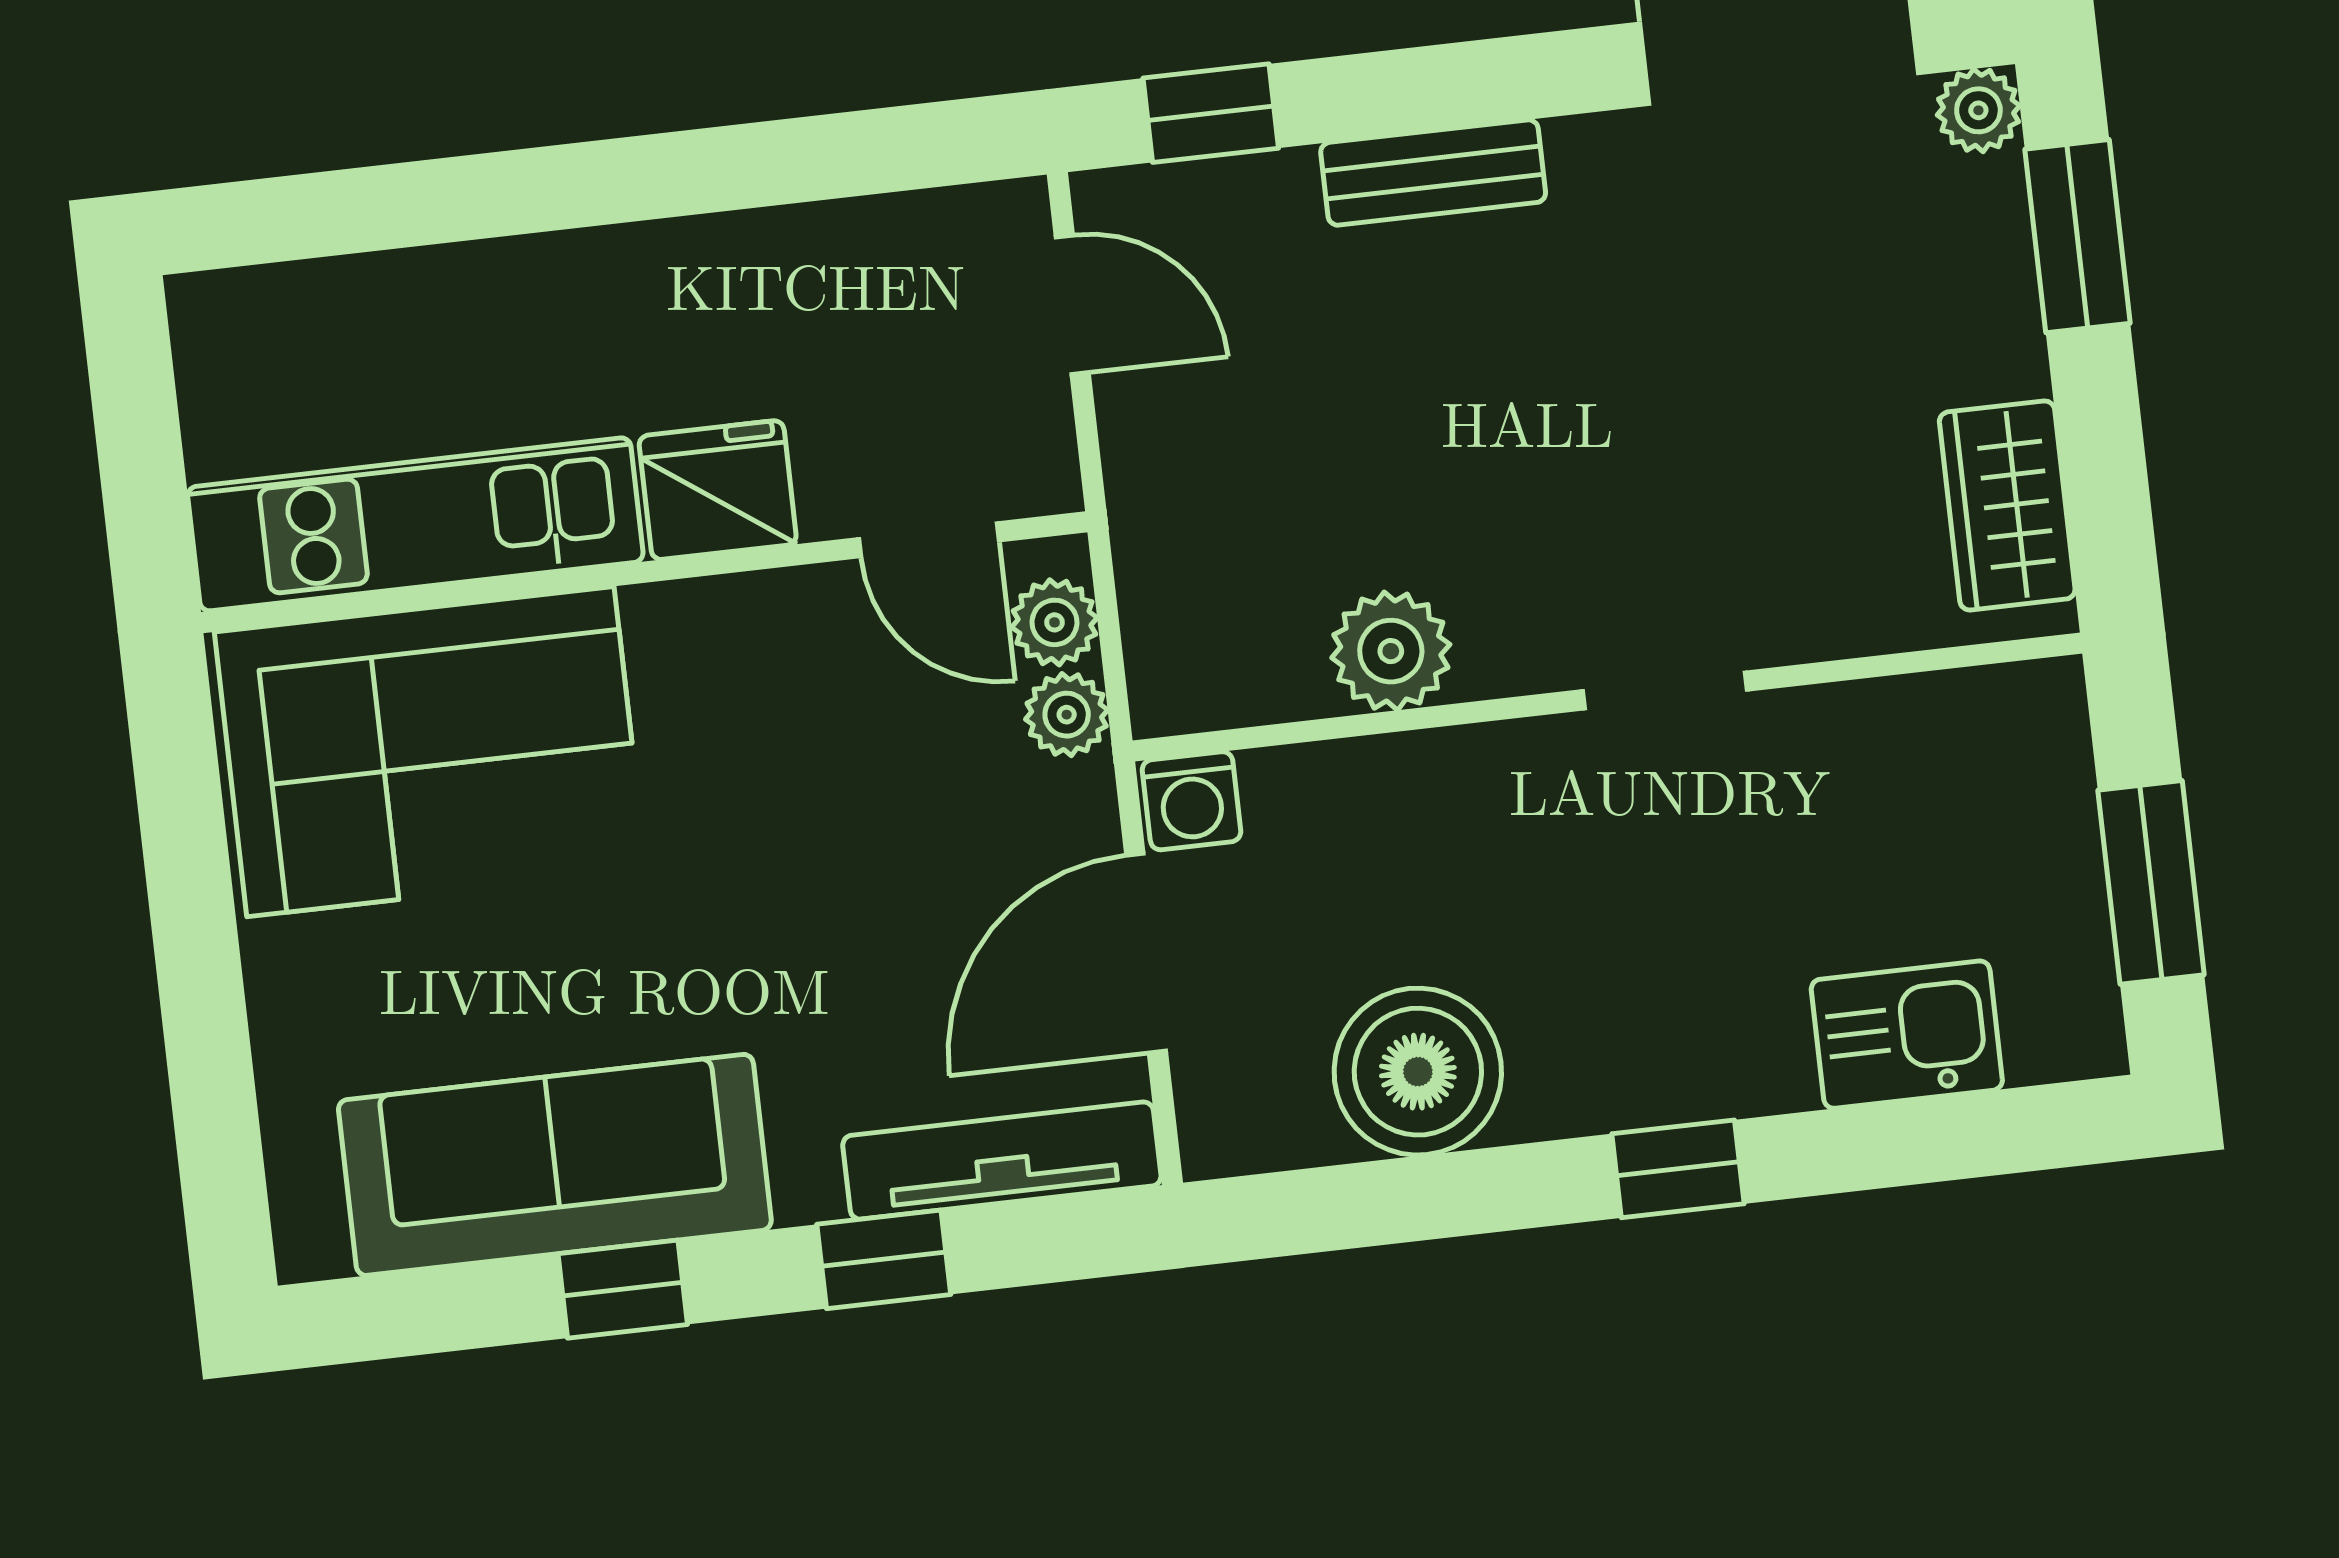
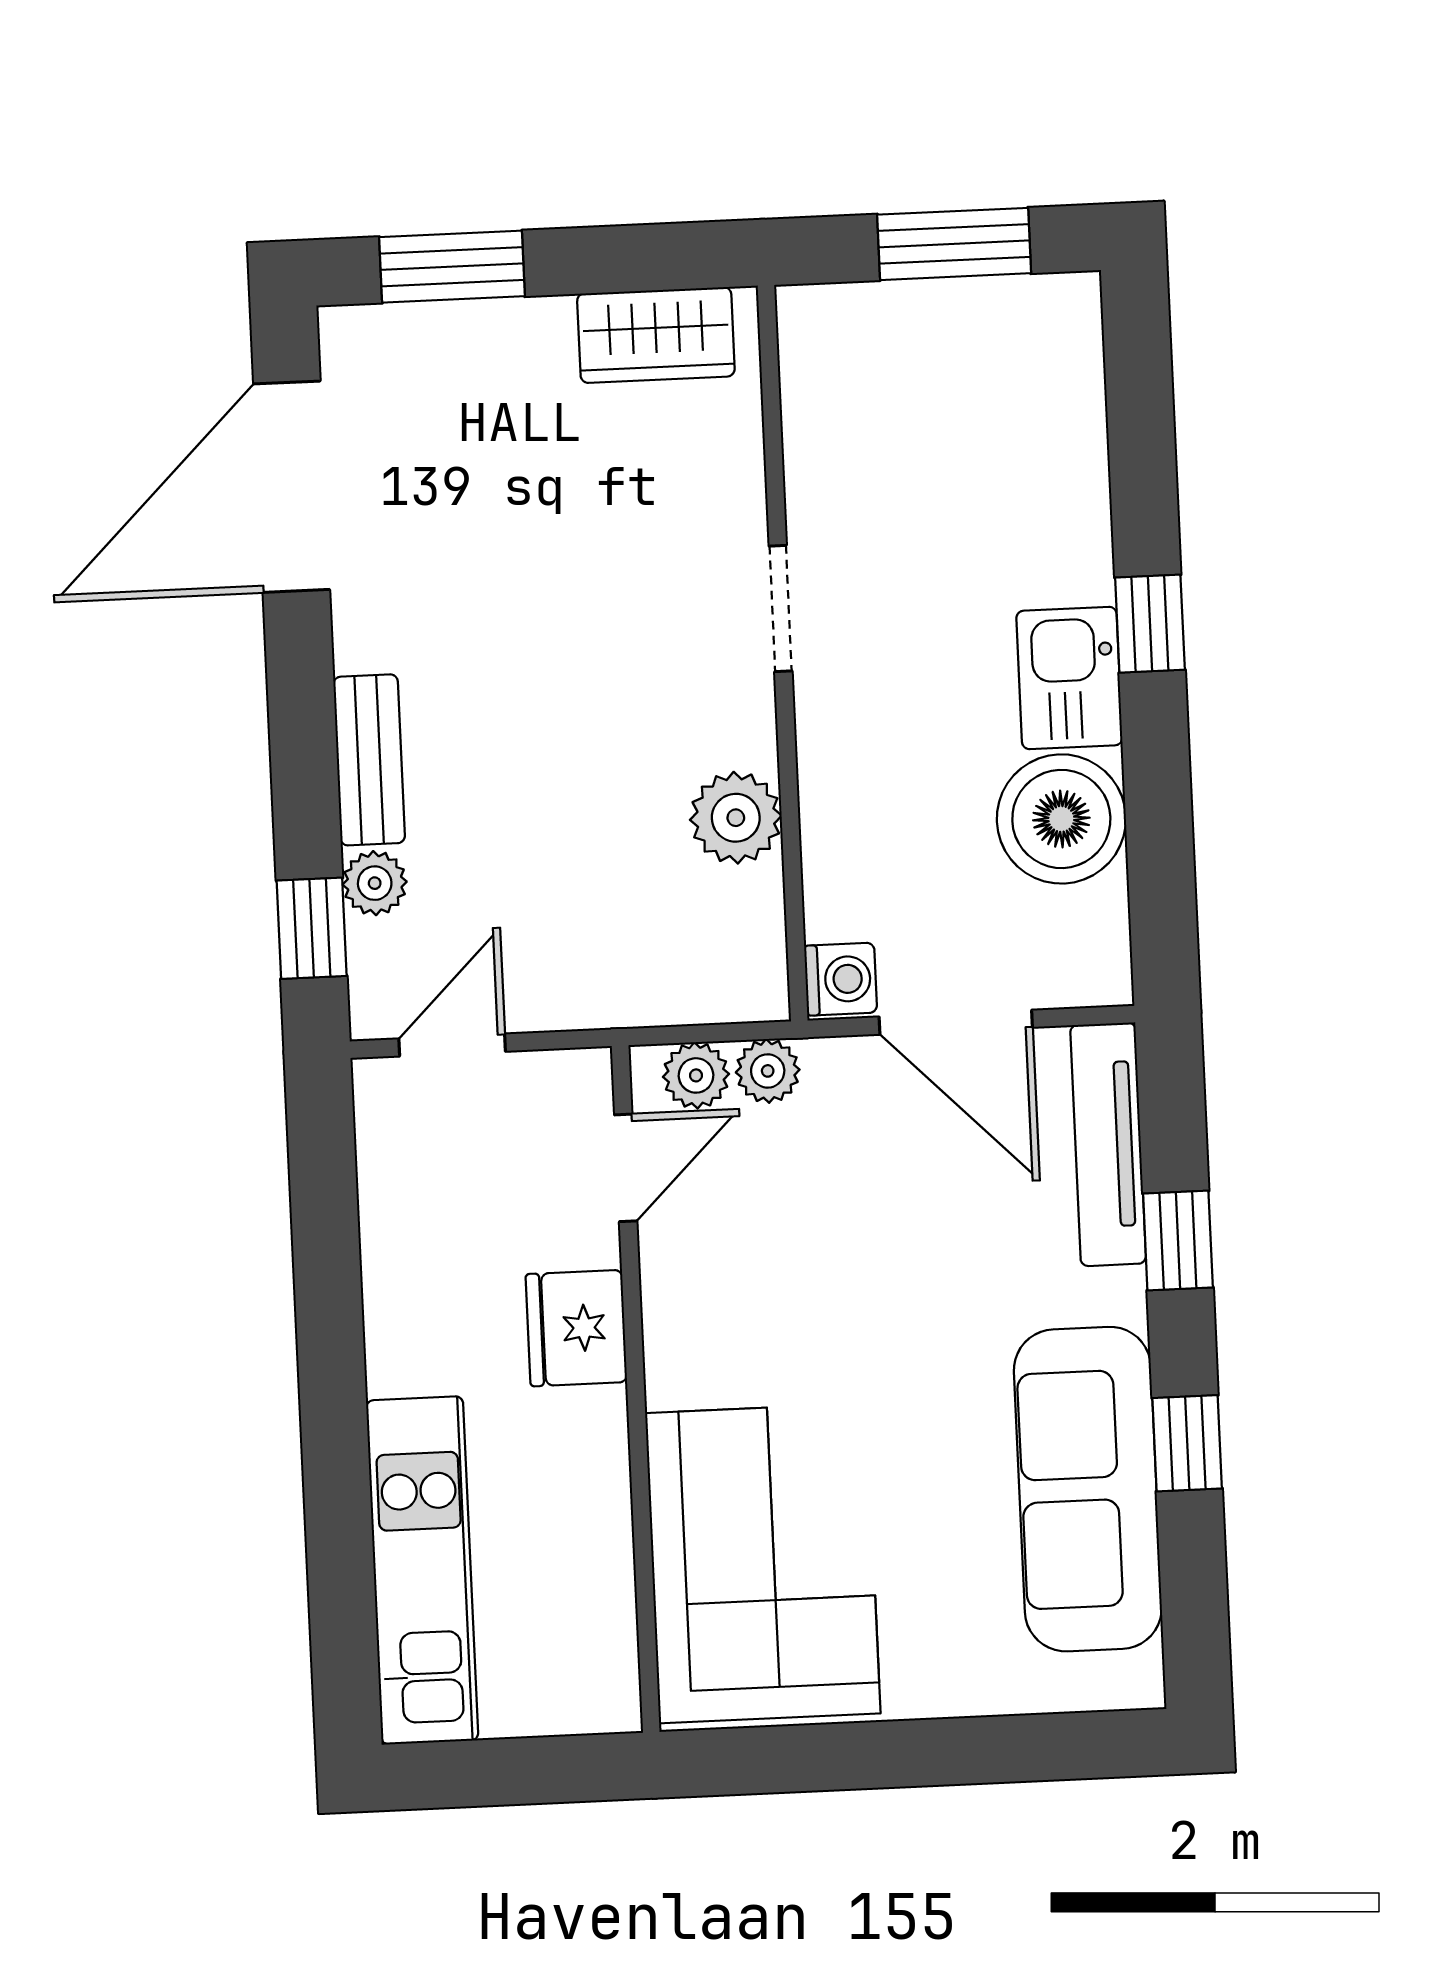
plant: (1978, 110) -> (375, 883), moved
kitchen unit: (415, 524) -> (422, 1570), moved, turned 180
kitchen sink: (1907, 1035) -> (1069, 678), moved

